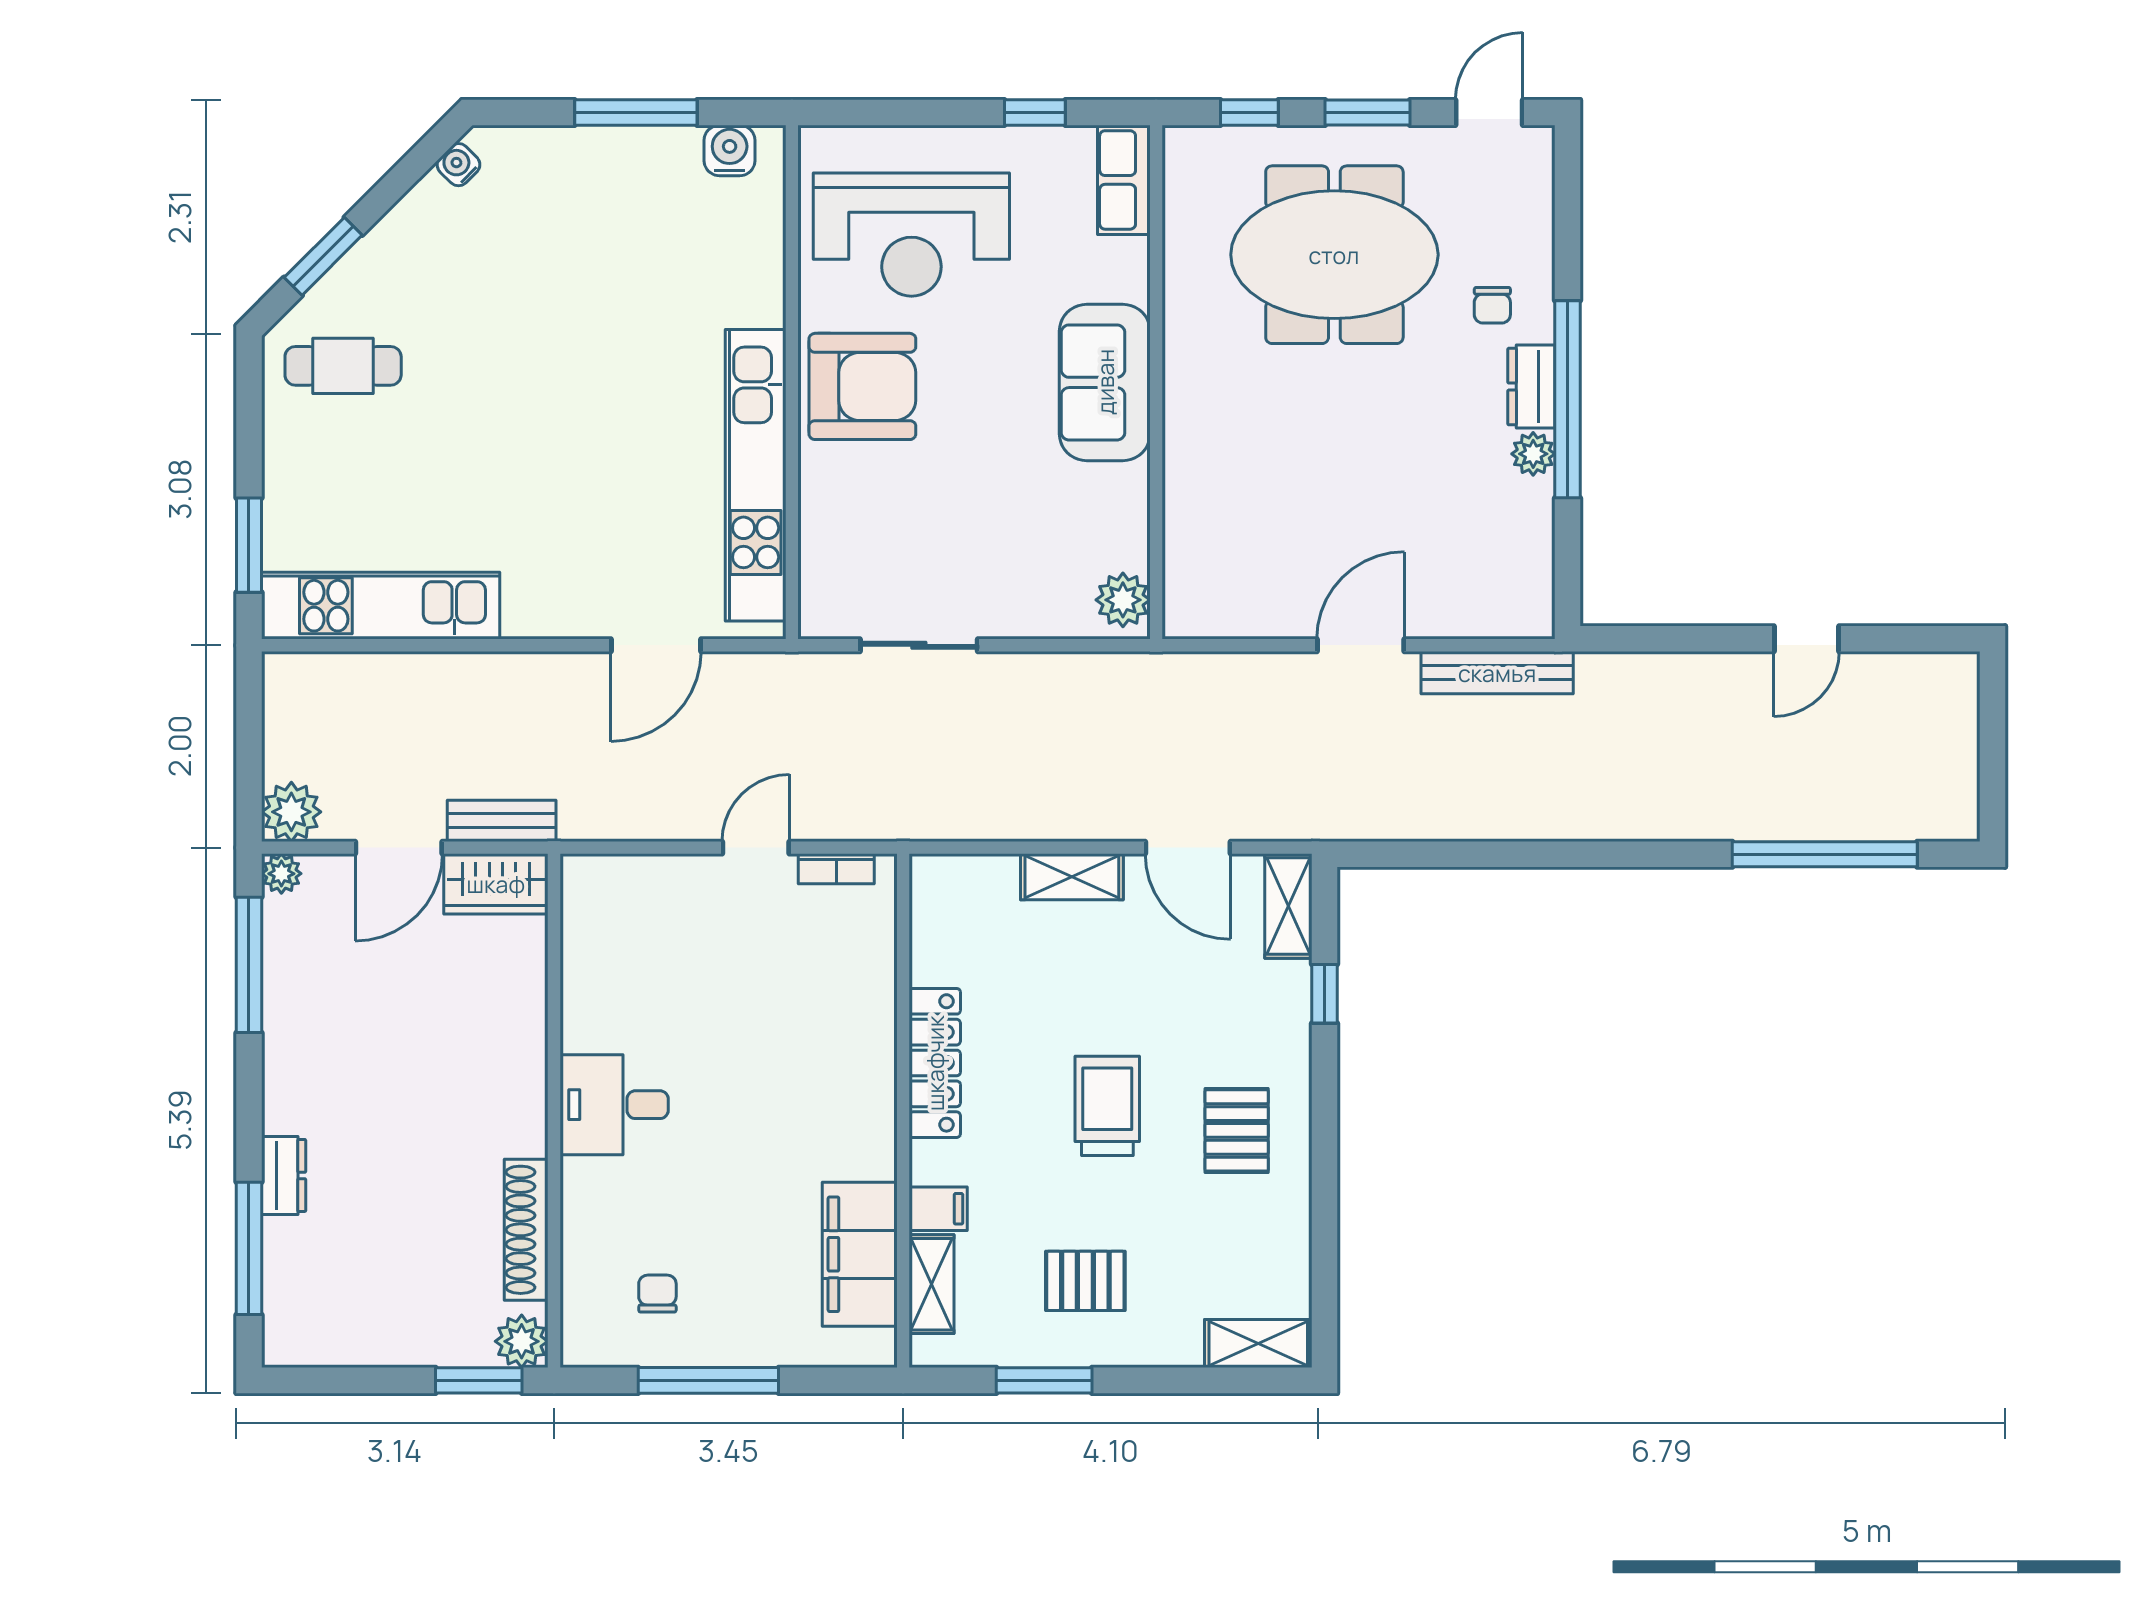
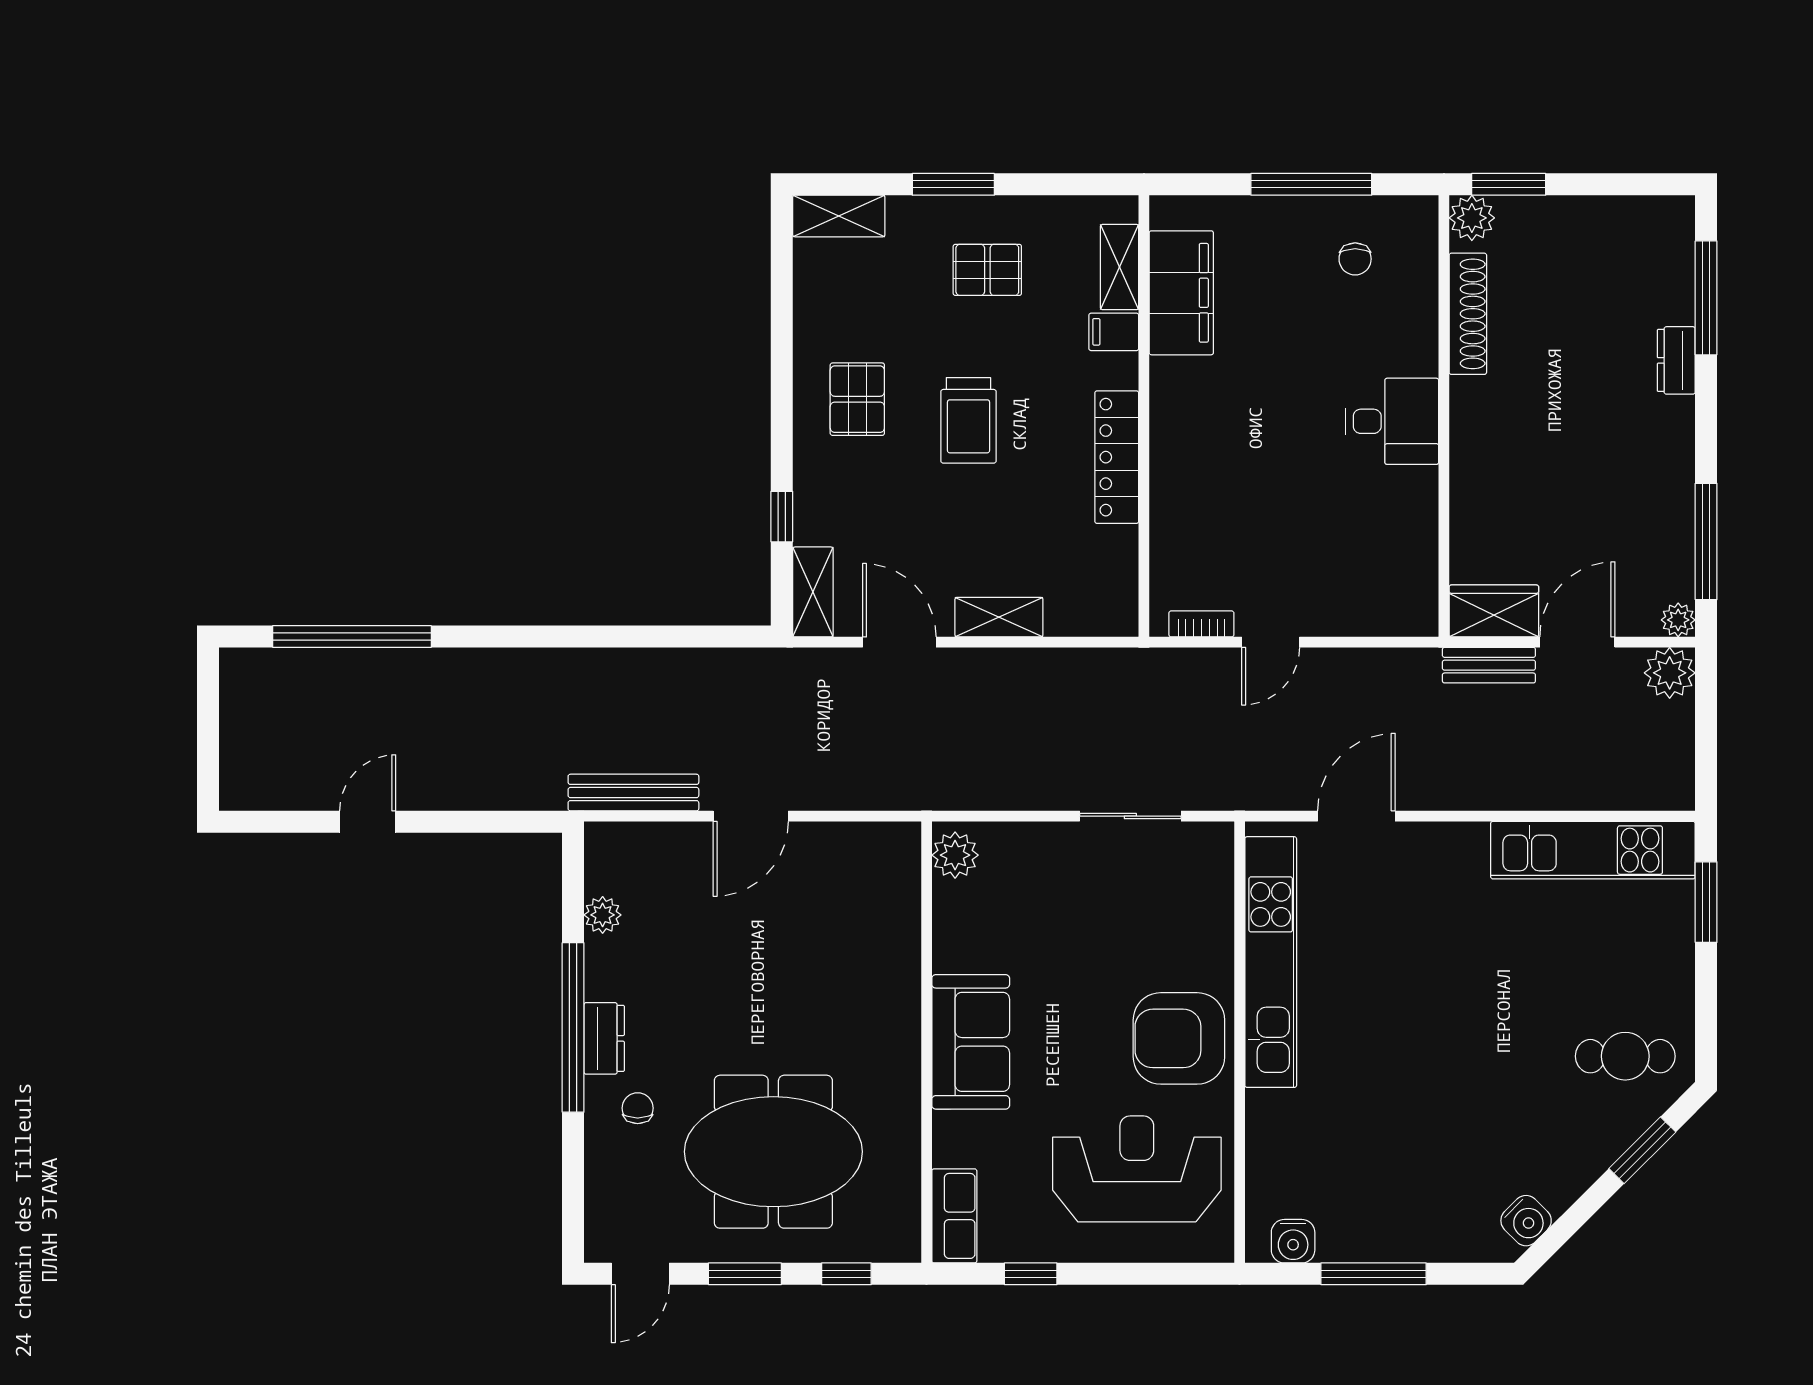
water cooler: (458, 165) -> (1526, 1221), width x1.38, depth x1.38
plant: (1533, 454) -> (603, 915), moved
window: (1044, 1380) -> (953, 184), moved

